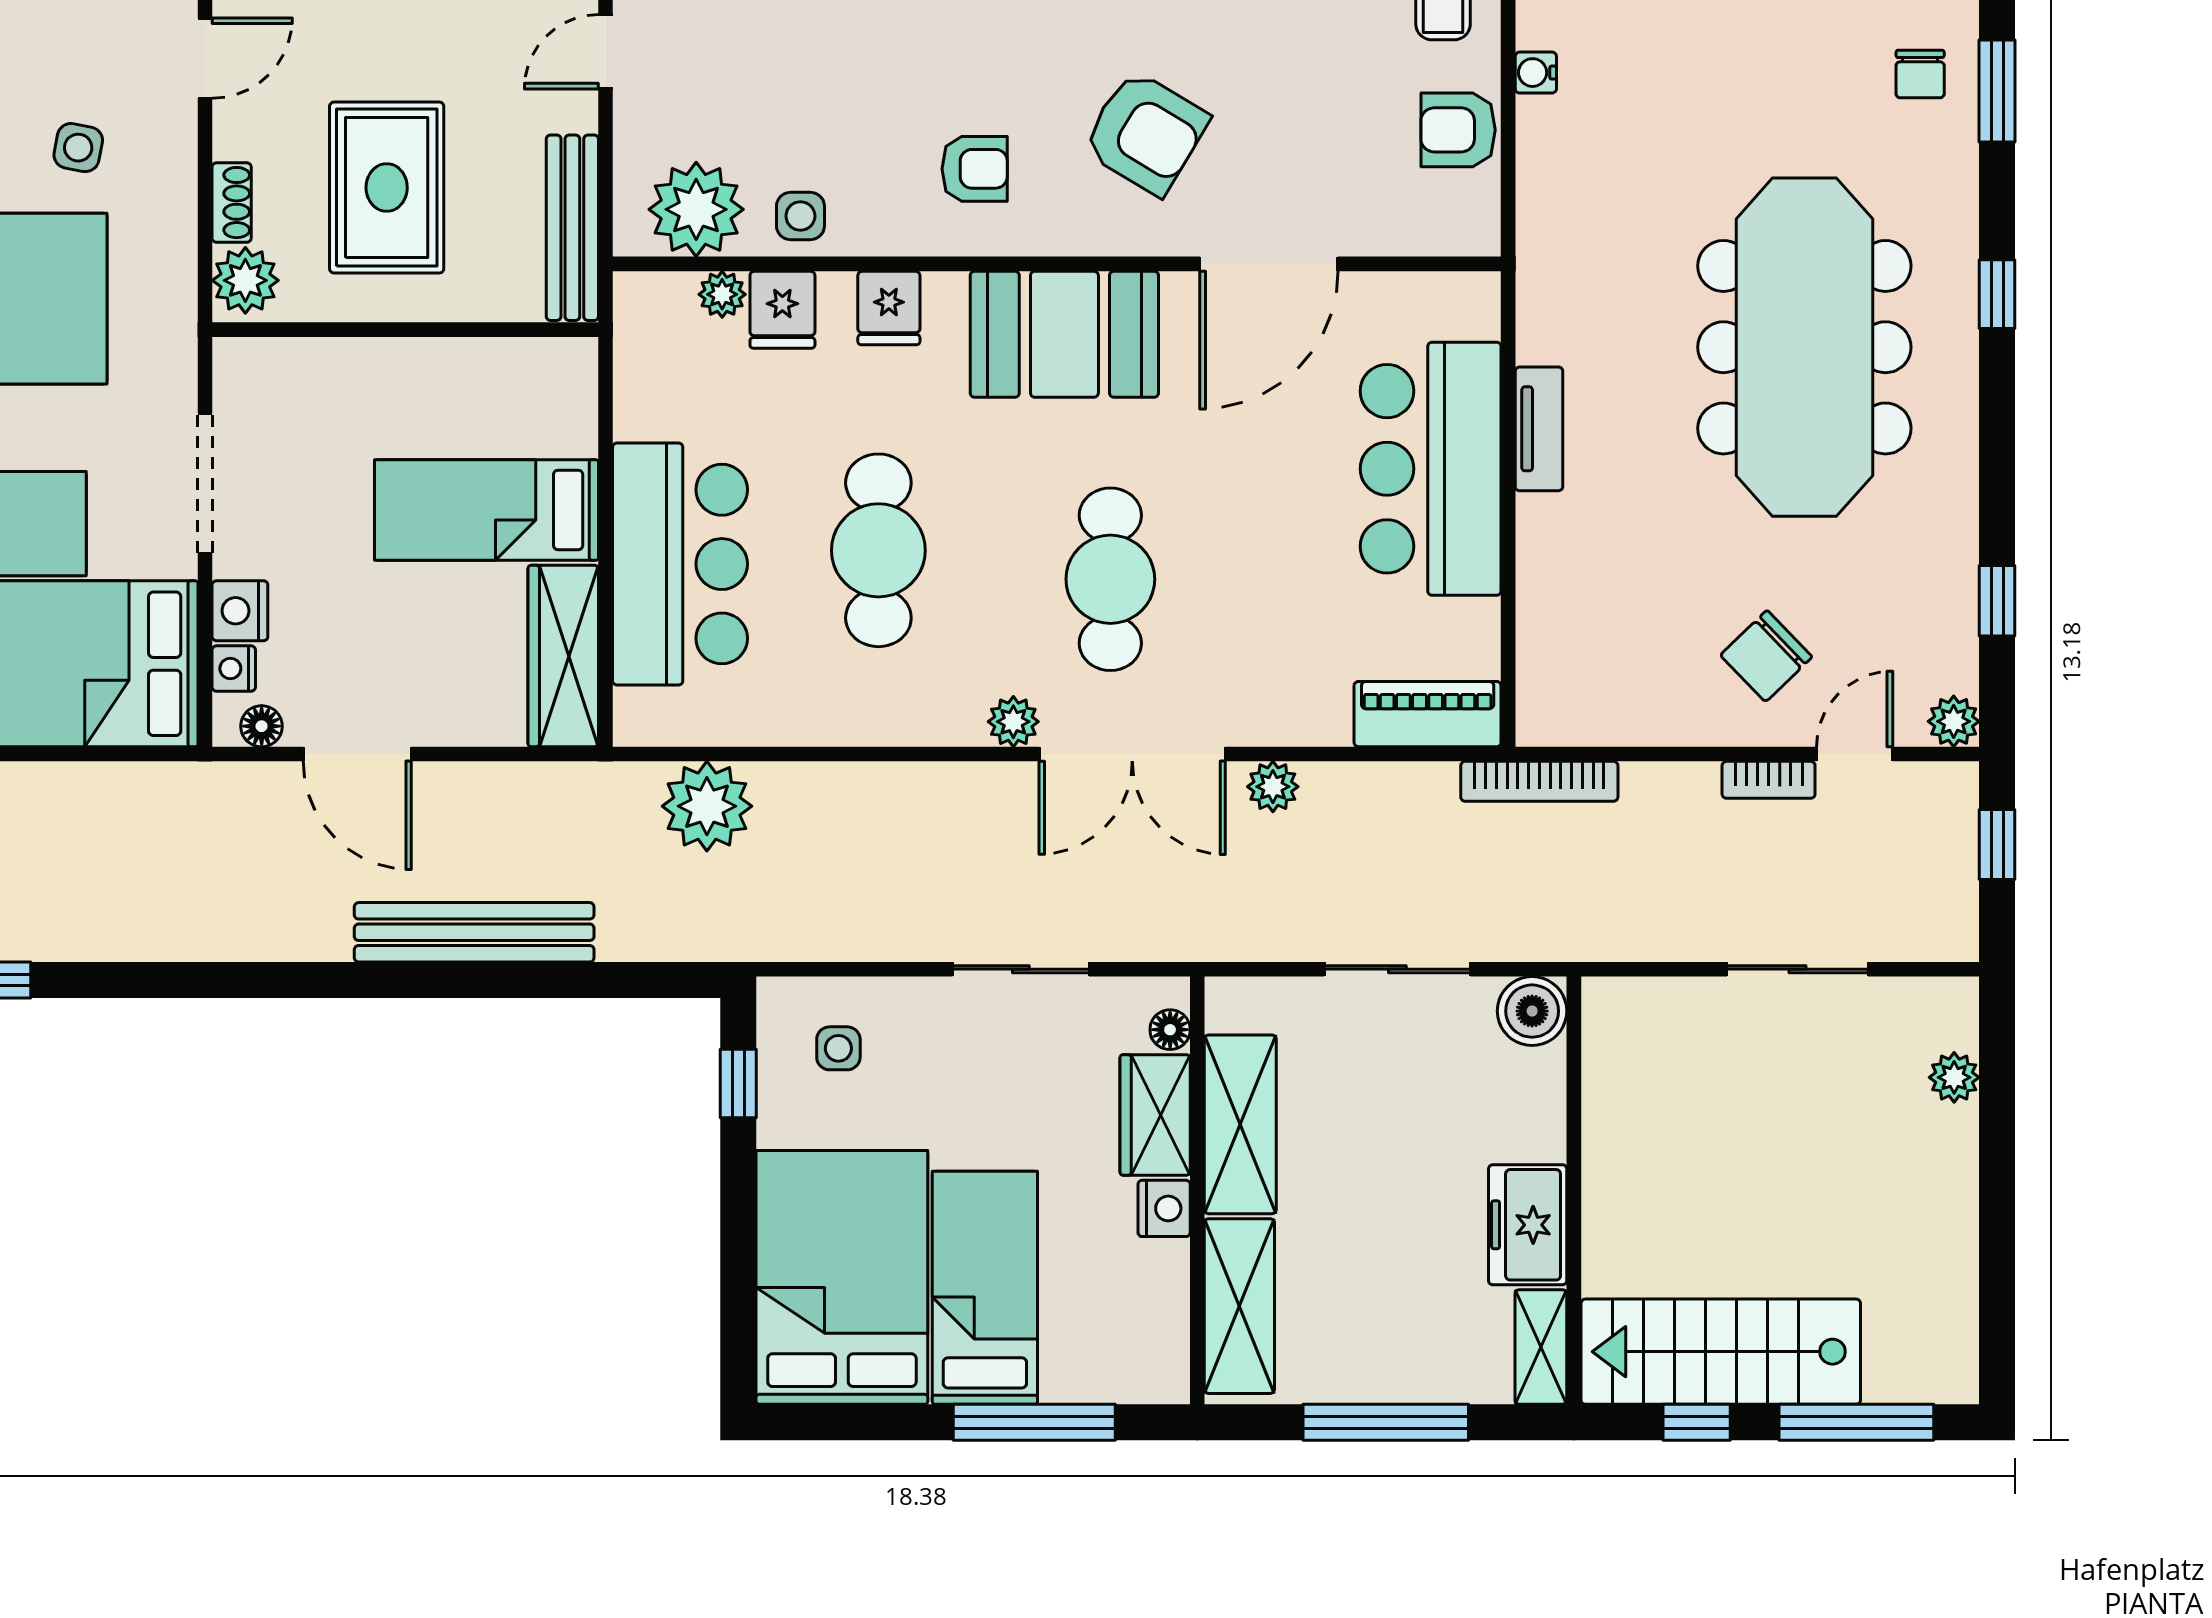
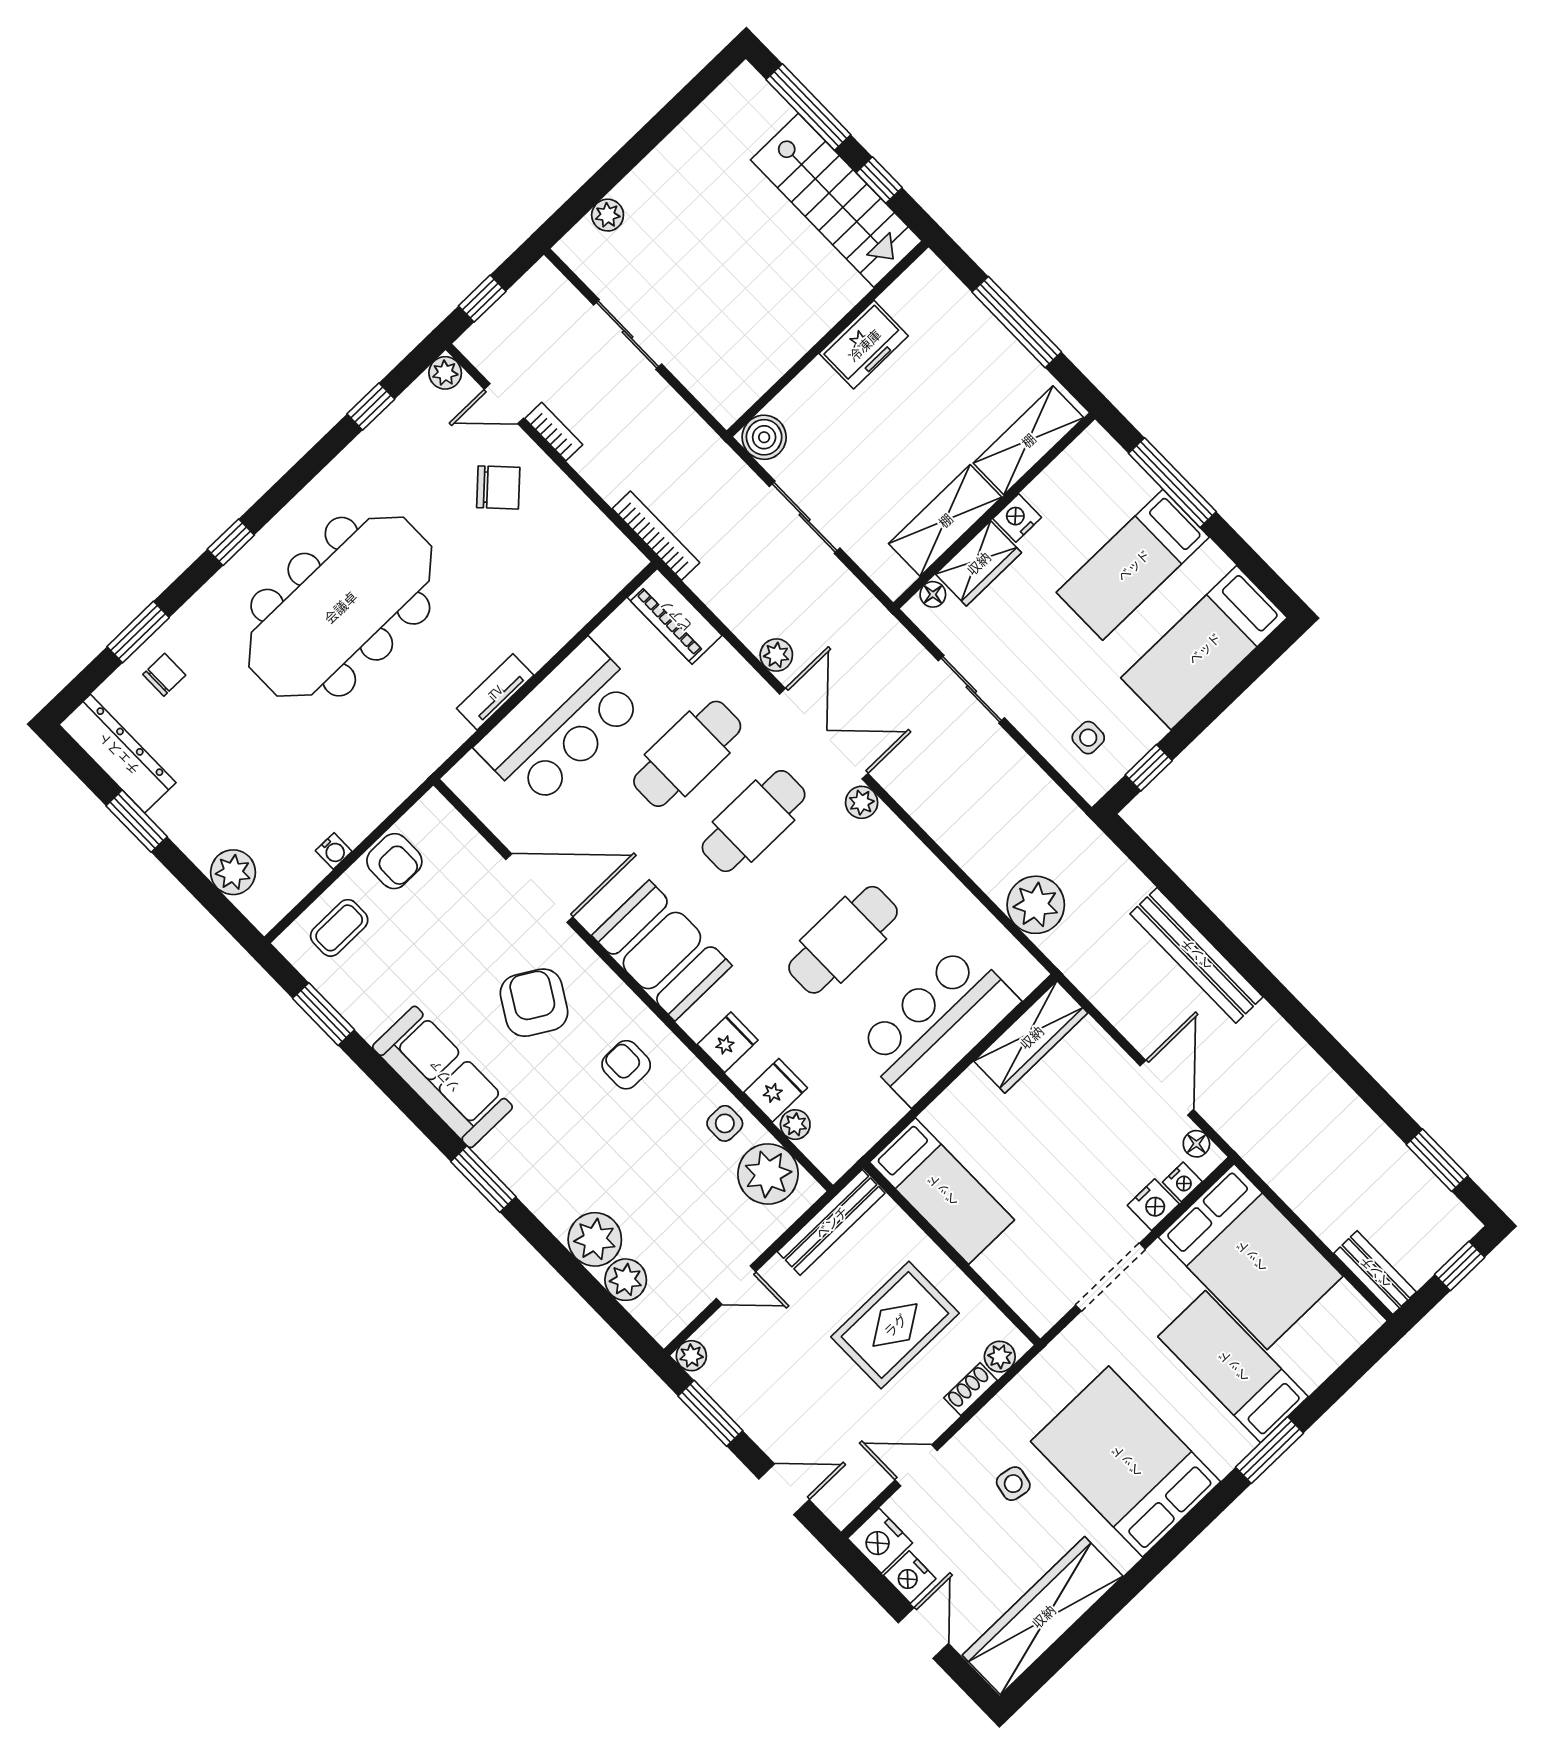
plant: (245, 280) -> (1000, 1357), width x0.73, depth x0.73
bed: (486, 510) -> (942, 1191), moved
cafe table: (1259, 578) -> (687, 754), added
bed: (842, 1277) -> (1204, 648), width x0.67
shelving: (1541, 1347) -> (914, 284), removed

